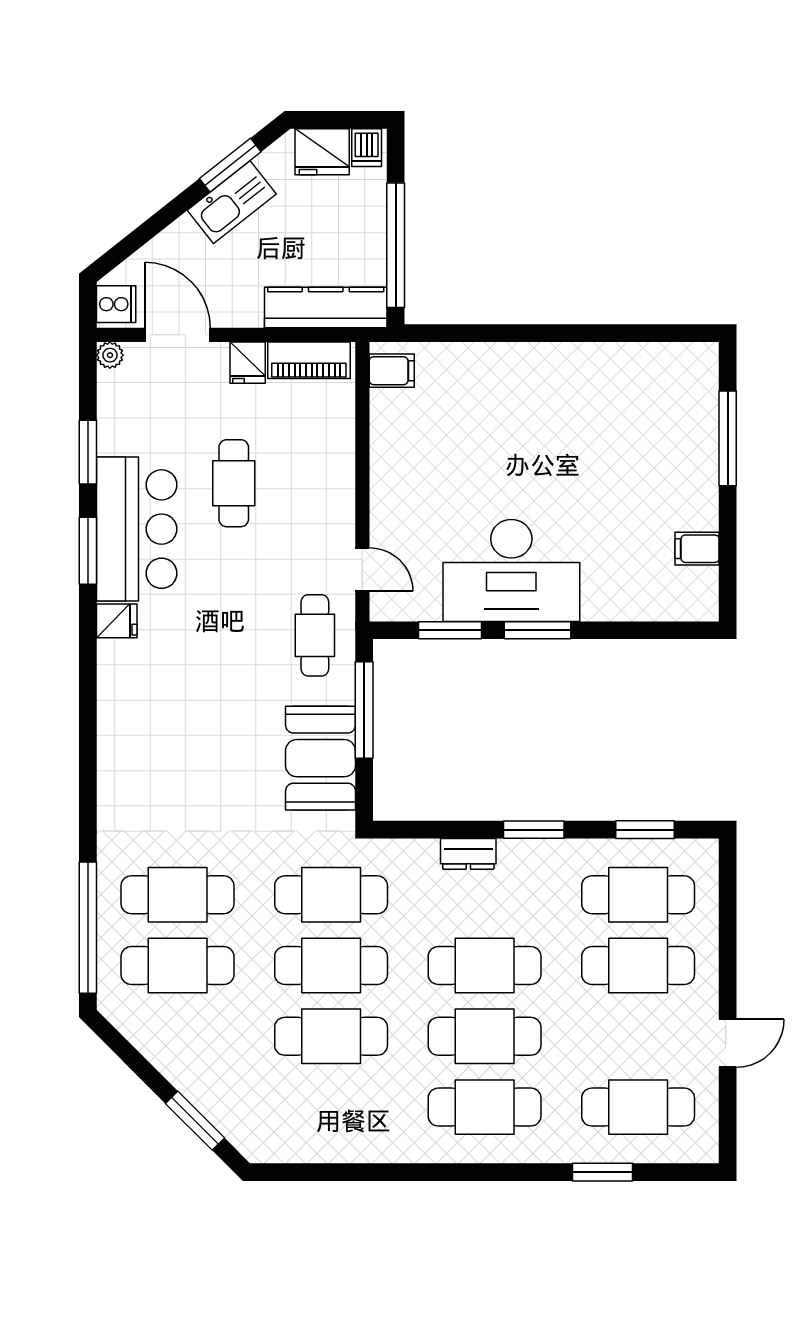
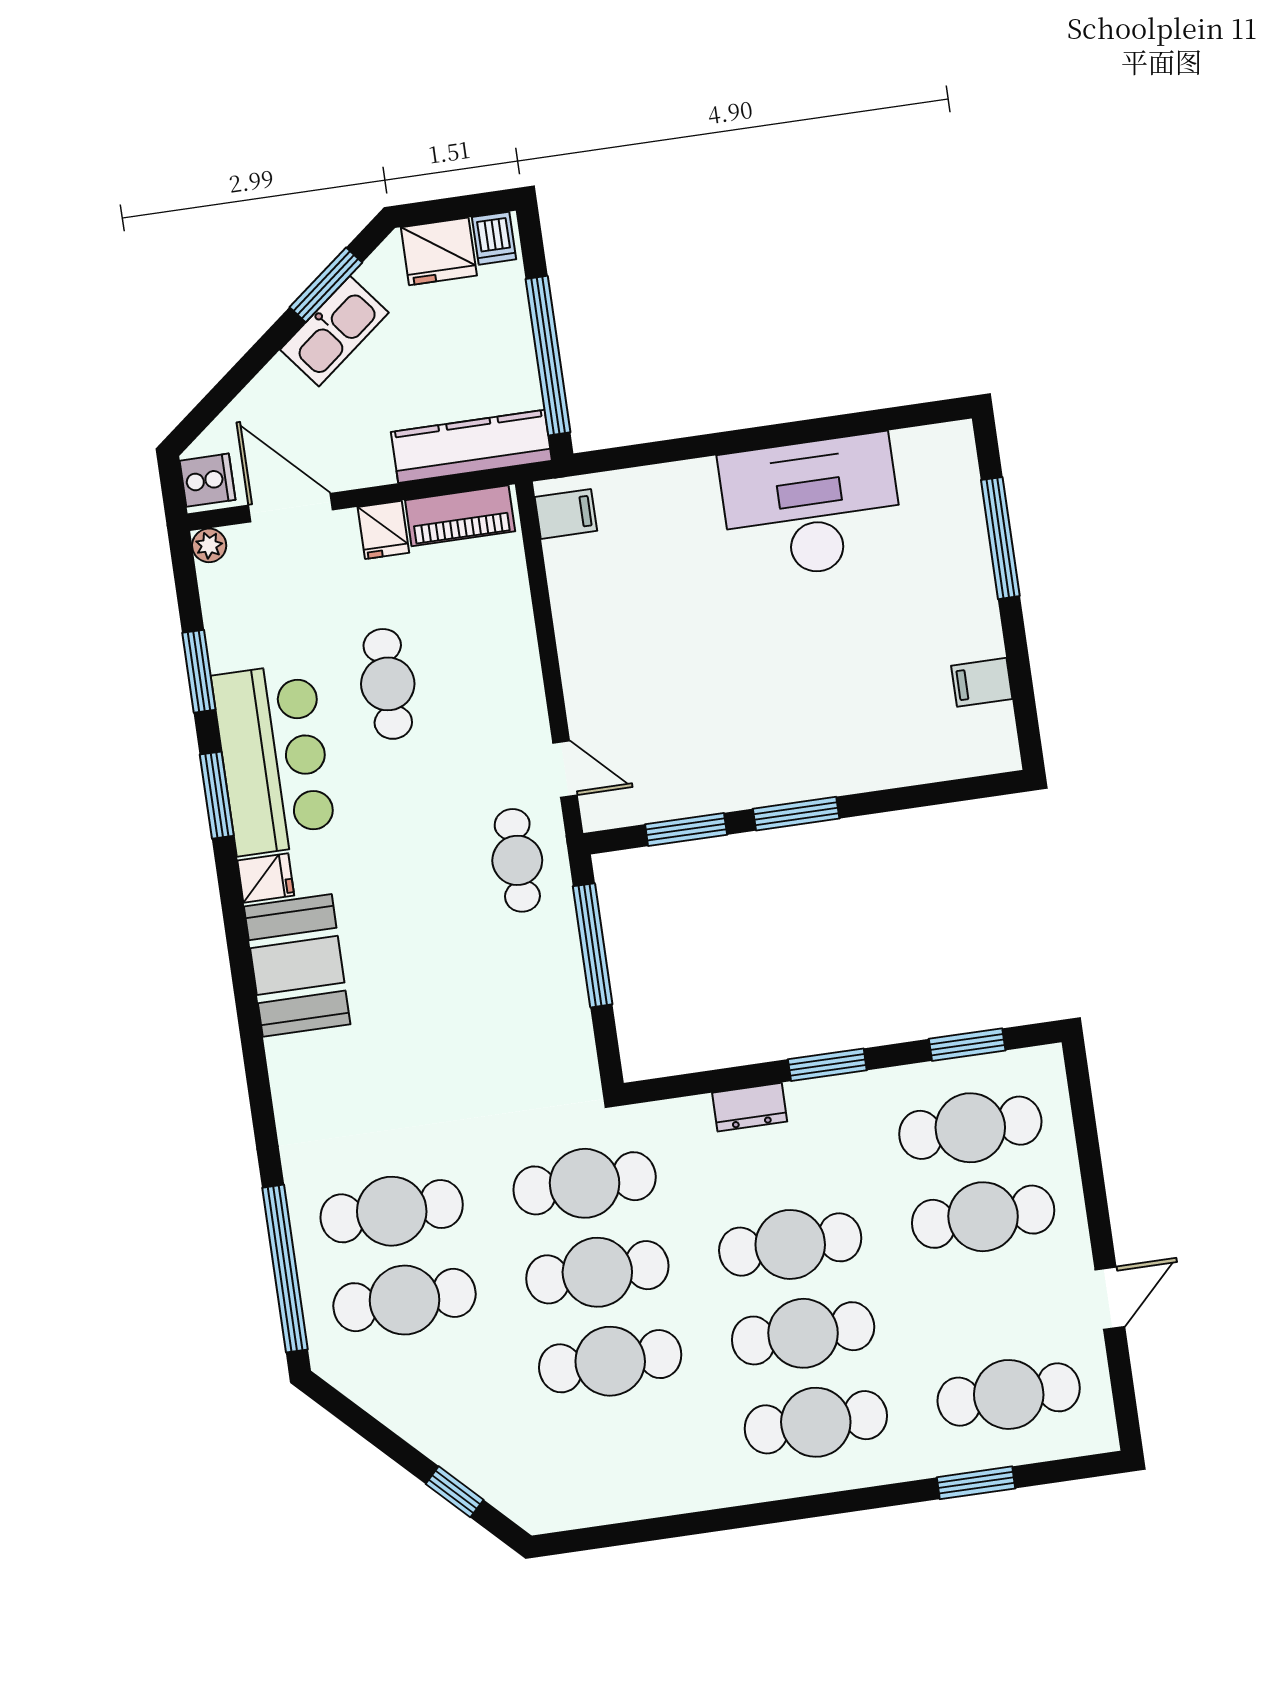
desk: (511, 570) -> (811, 507), moved, turned 180
booth: (321, 758) -> (297, 965), moved
window: (195, 1121) -> (455, 1492), width x0.67

